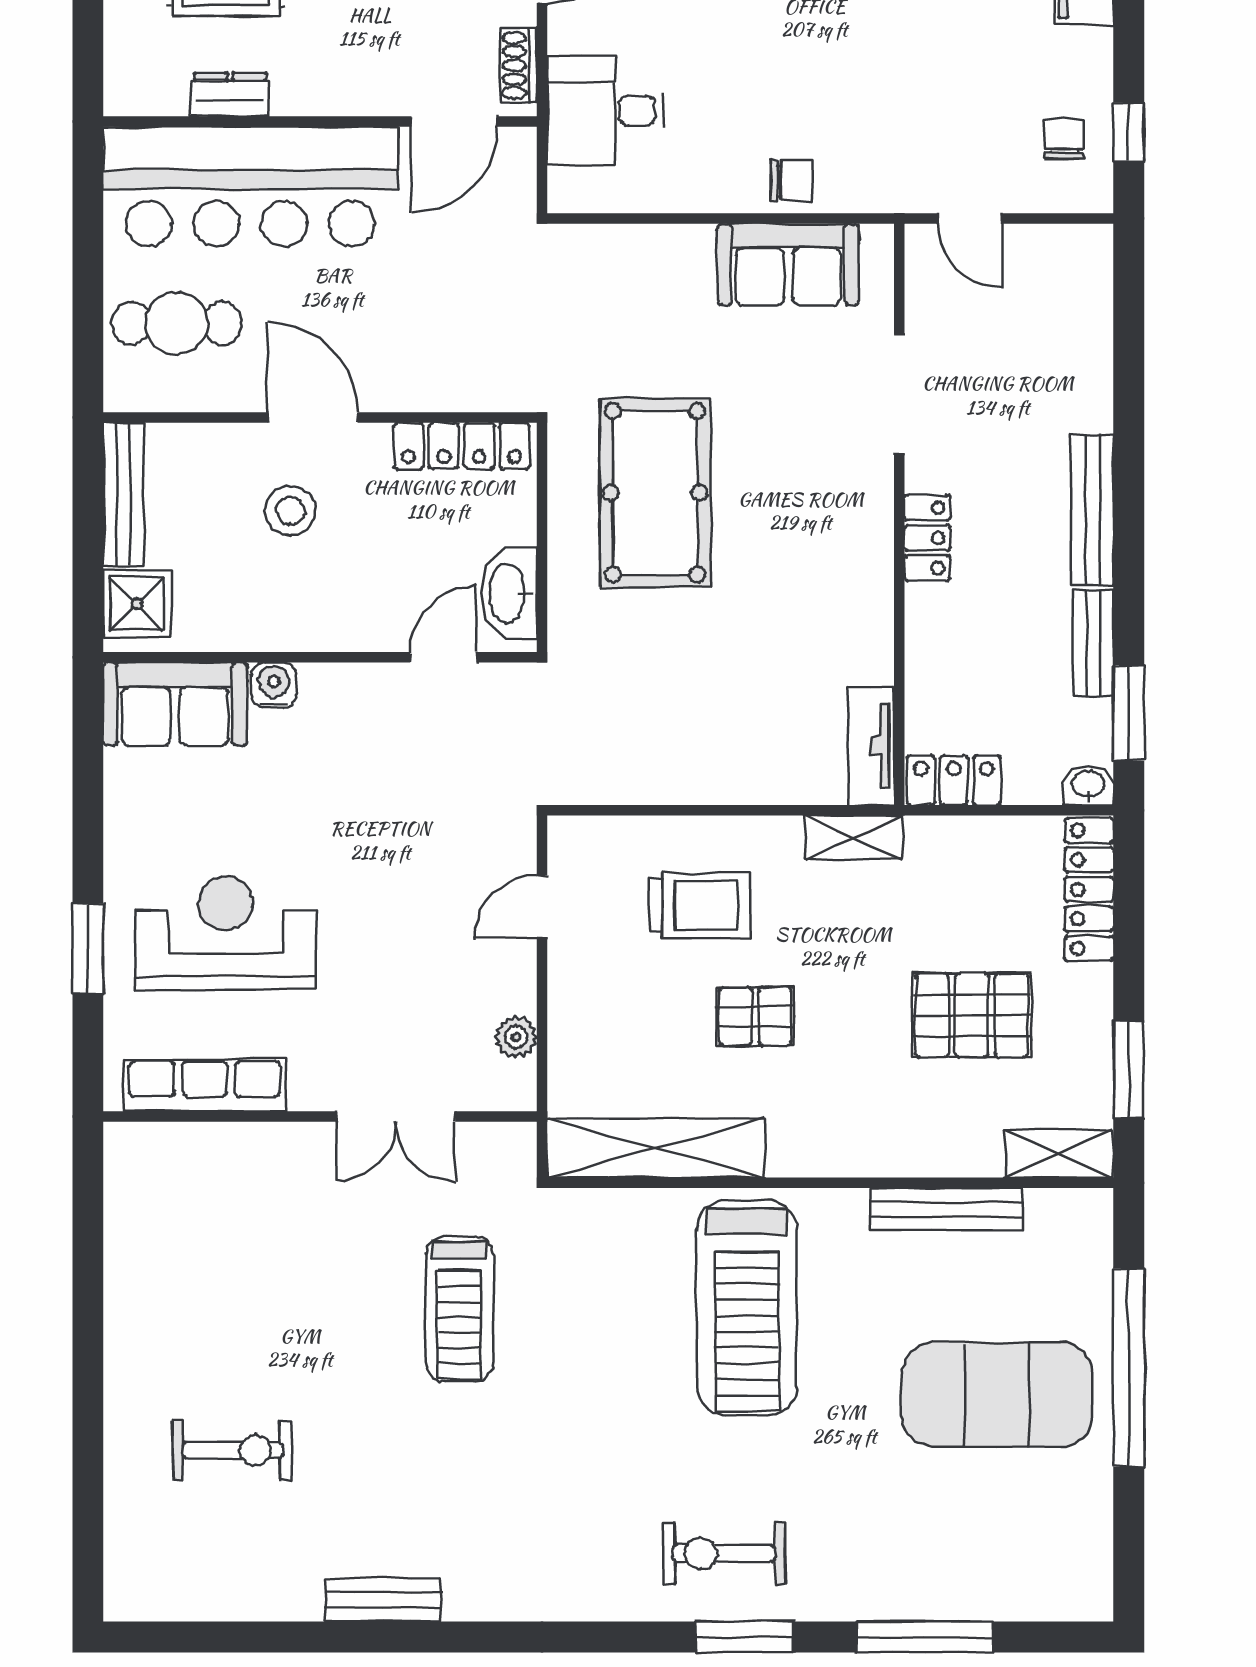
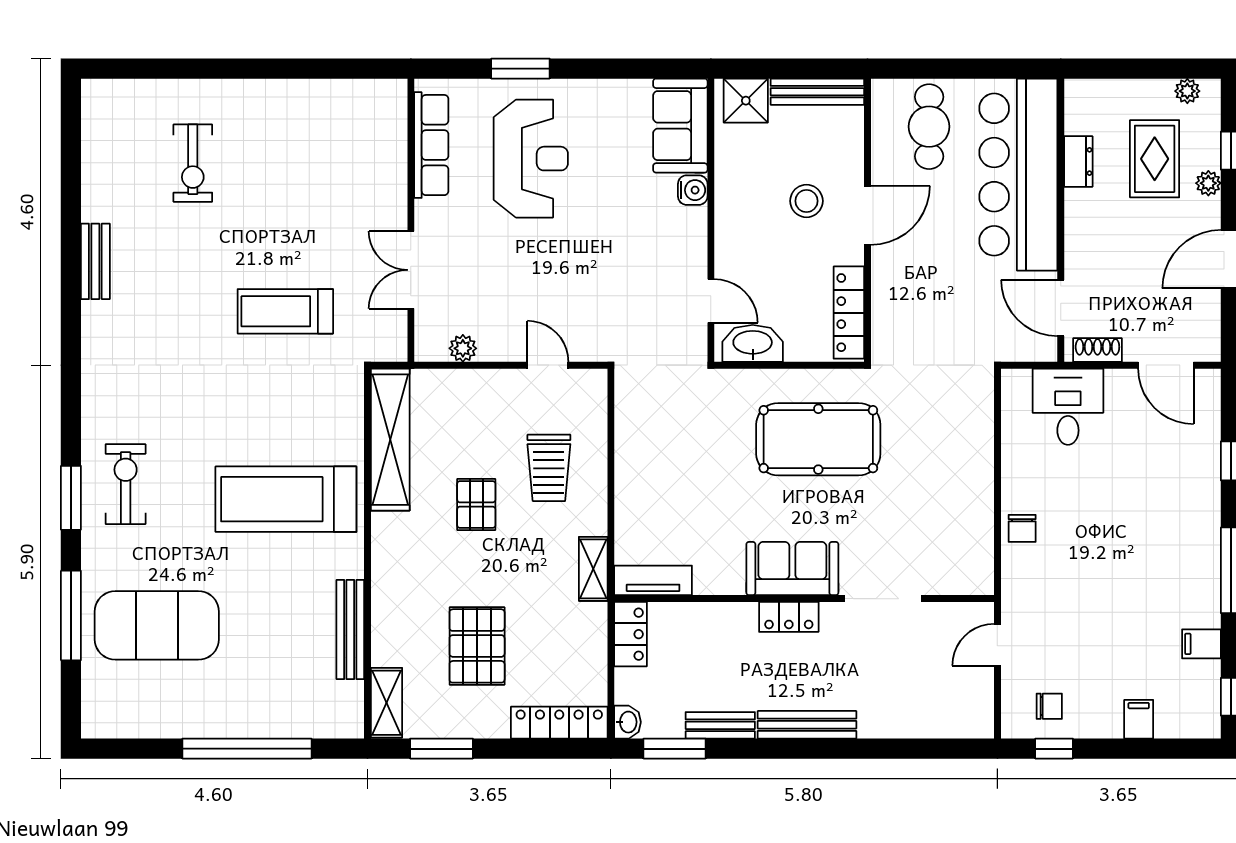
sofa: (788, 264) -> (792, 569), moved, turned 90
exercise mat: (997, 1395) -> (157, 625), moved, turned 90

